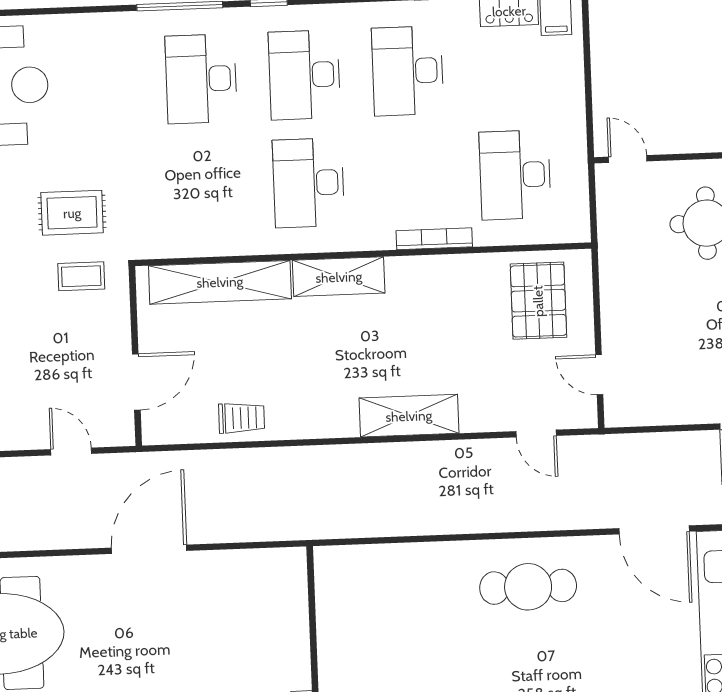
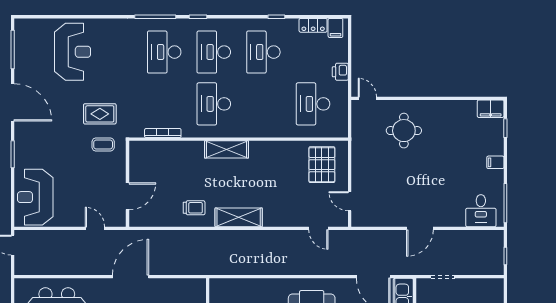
printer: (569, 106) -> (340, 72), added
bookcase: (434, 239) -> (163, 133), moved
shelving: (220, 282) -> (169, 150), removed
shelving: (409, 416) -> (239, 217), moved
trolley: (242, 418) -> (194, 208), moved

